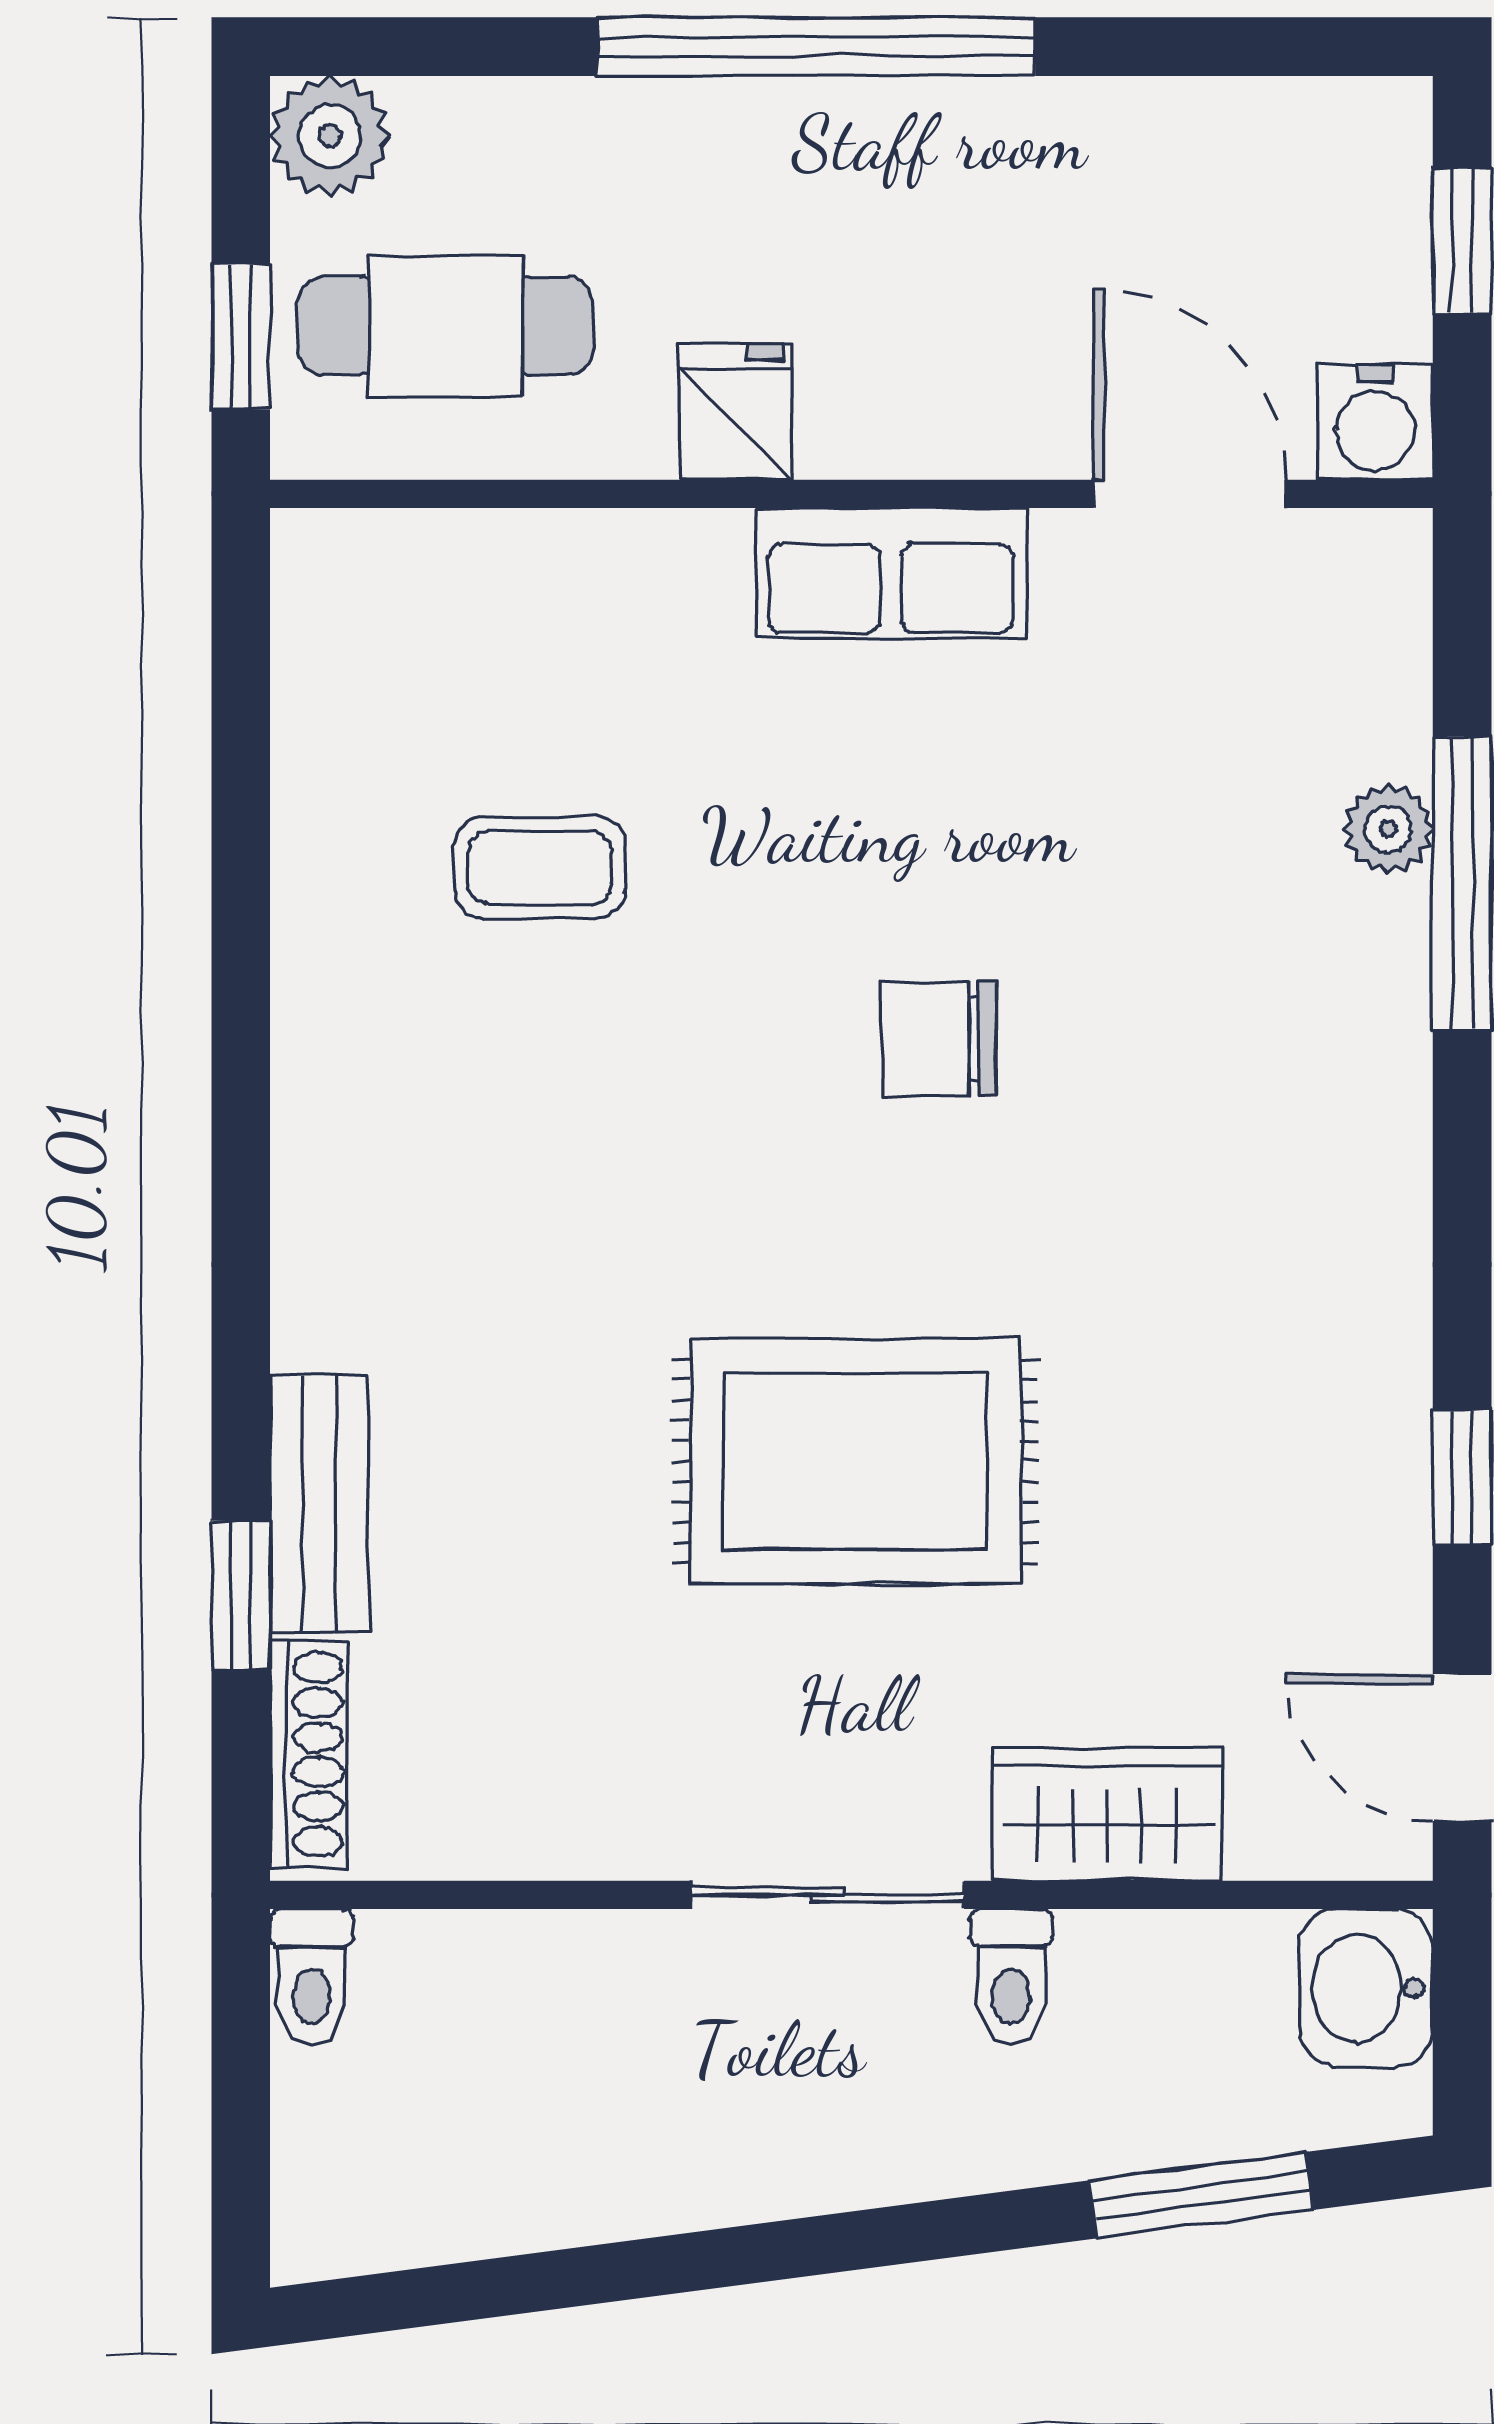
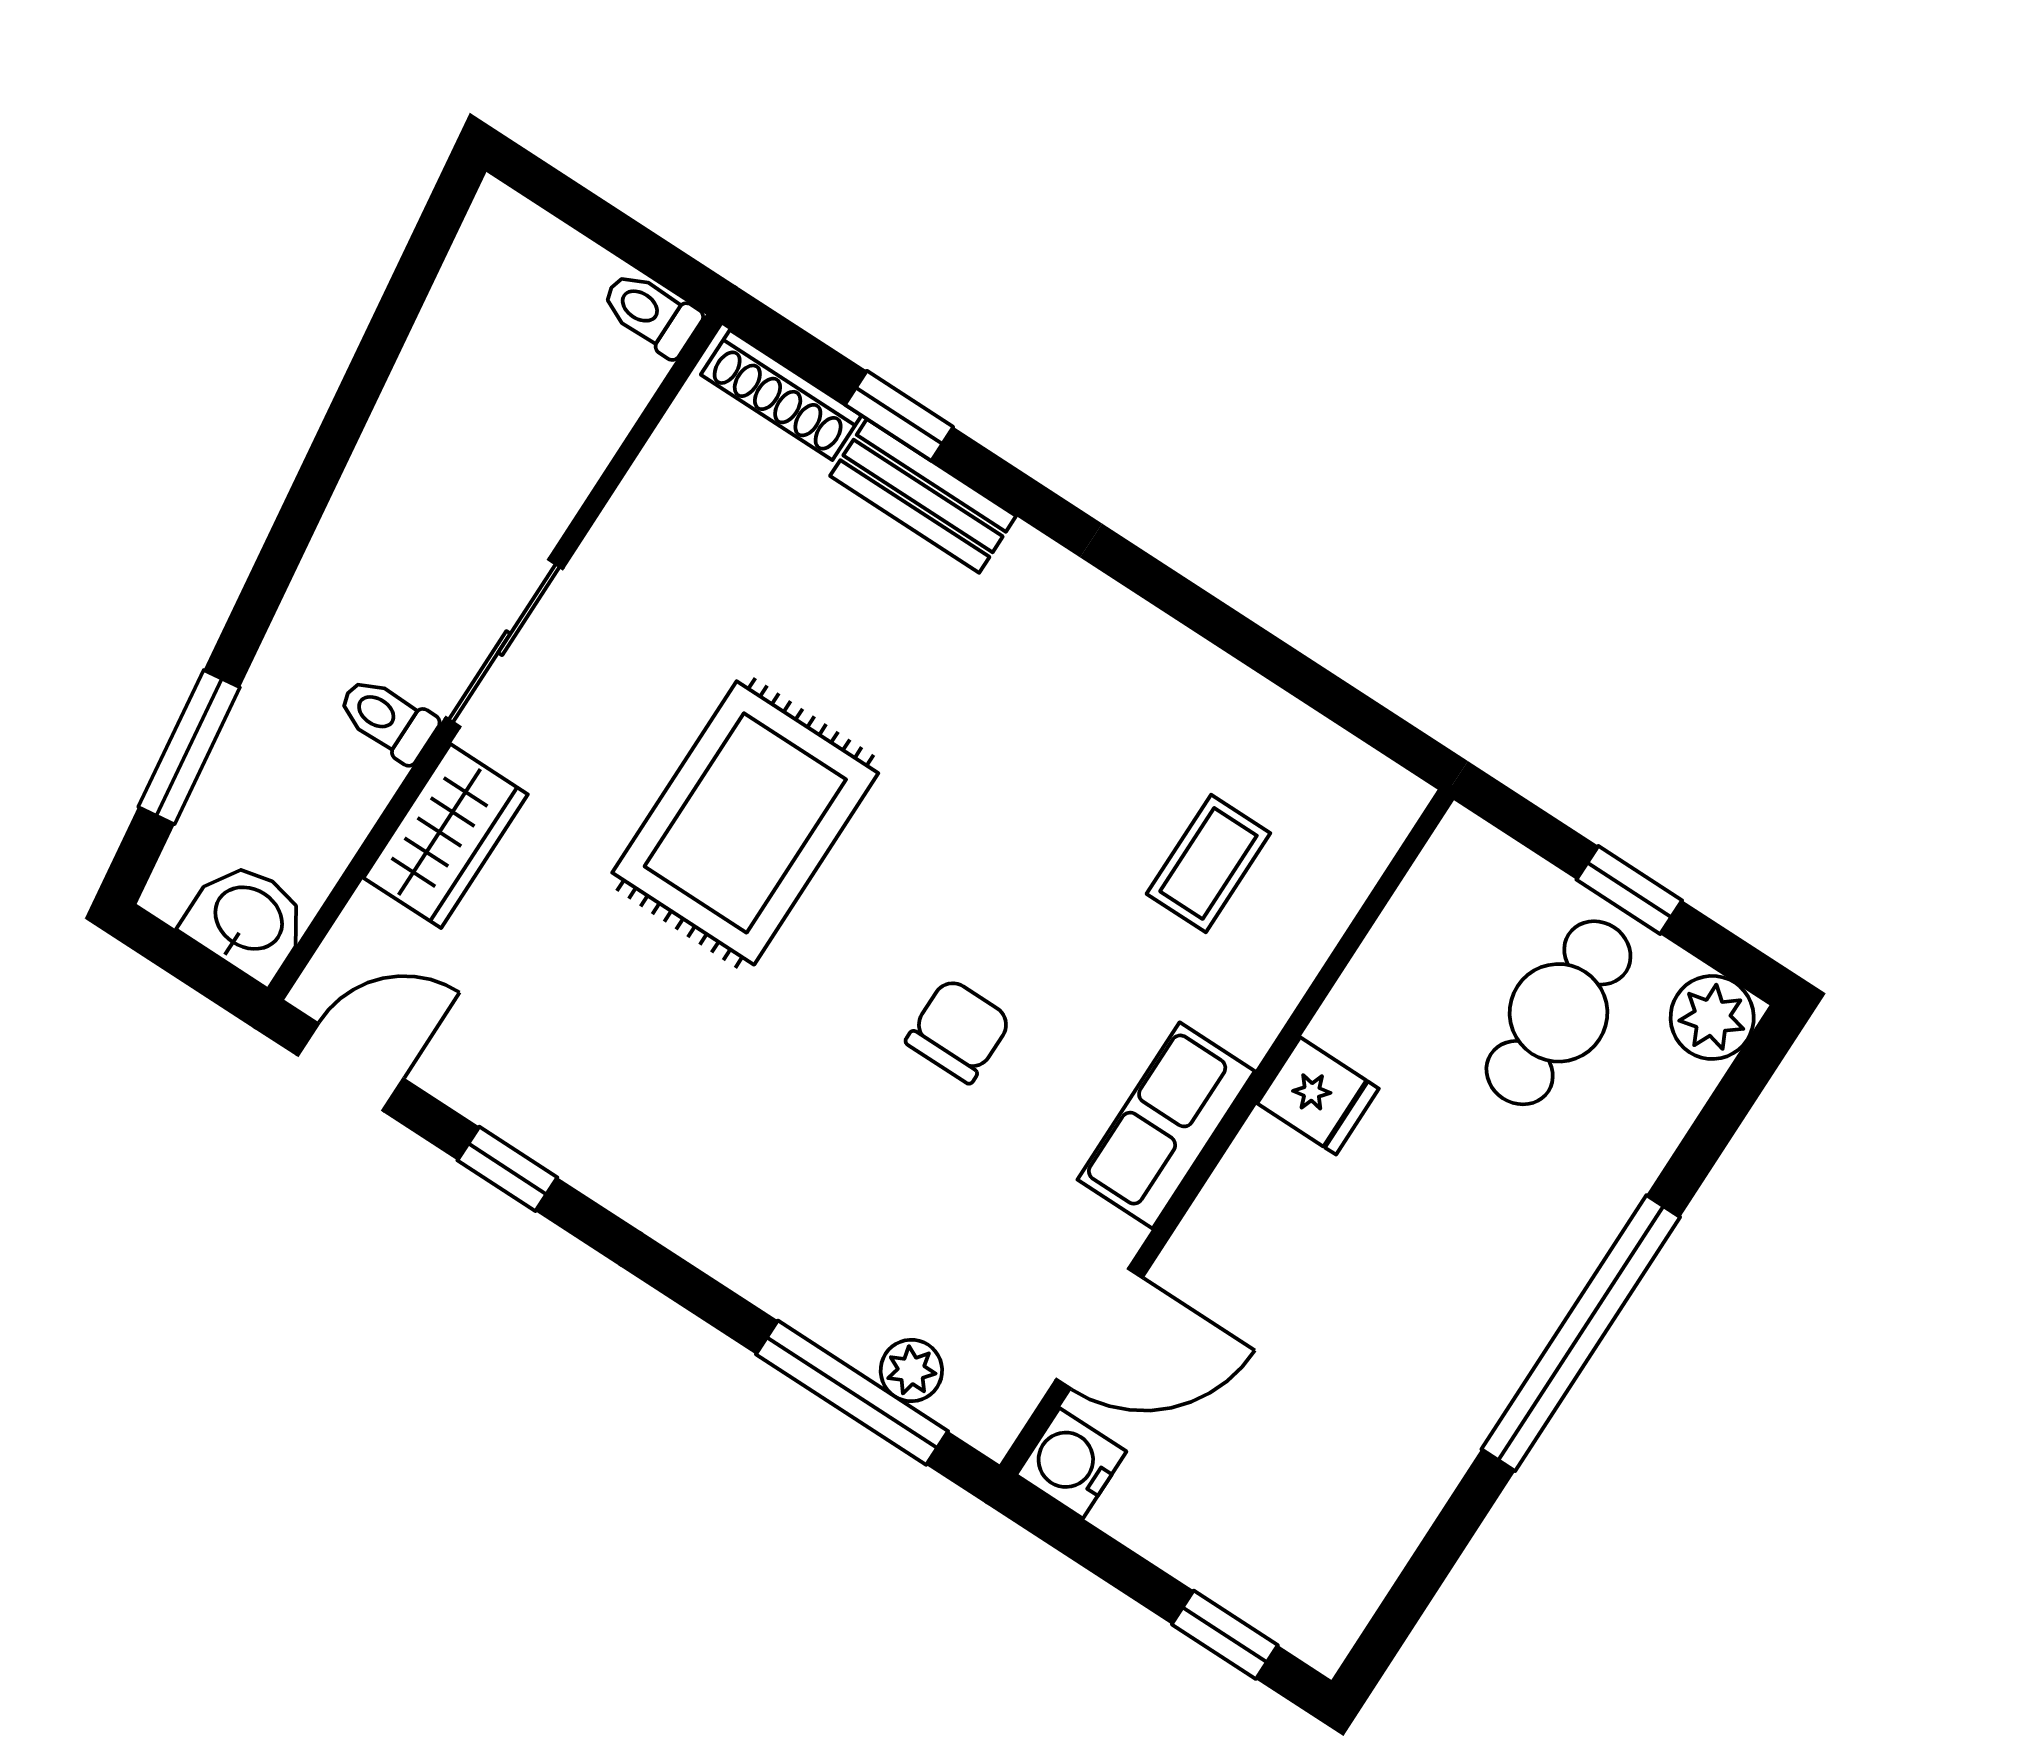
fridge: (736, 412) -> (1318, 1096), moved
water cooler: (1375, 422) -> (1071, 1463), moved
wall: (851, 494) -> (1227, 1132), moved
door: (1190, 494) -> (1099, 1328), moved
row of seats: (891, 573) -> (1166, 1125), moved

